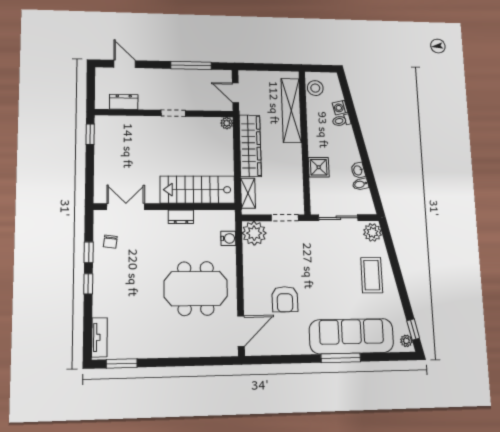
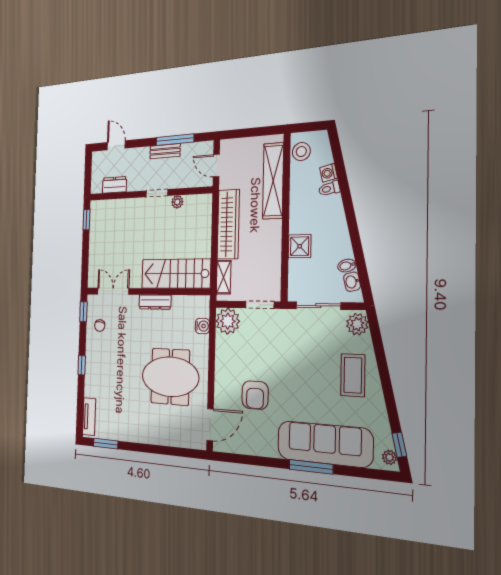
bench: (181, 75) -> (165, 151), added
plant: (227, 123) -> (177, 202), moved
washbasin: (358, 170) -> (352, 282), moved
dresser: (181, 217) -> (155, 302), width x1.44
window: (89, 252) -> (83, 312), moved

